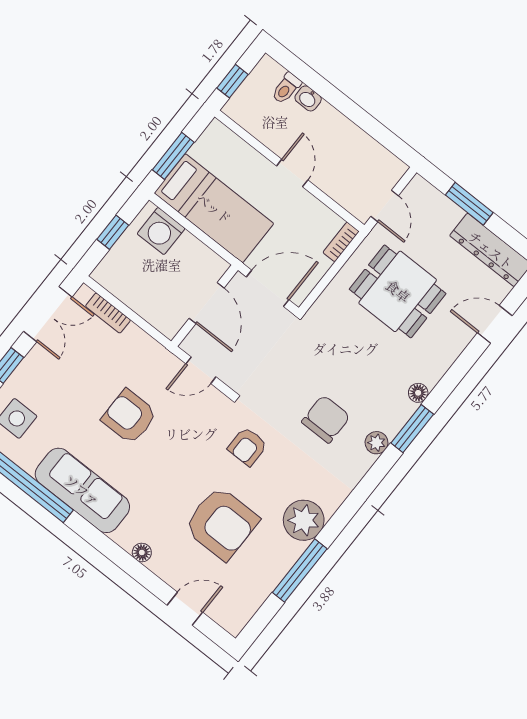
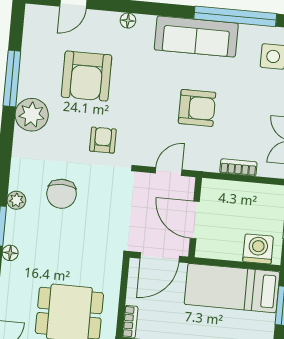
bookcase: (108, 313) -> (238, 167), moved
armchair: (221, 523) -> (87, 76), turned -90

